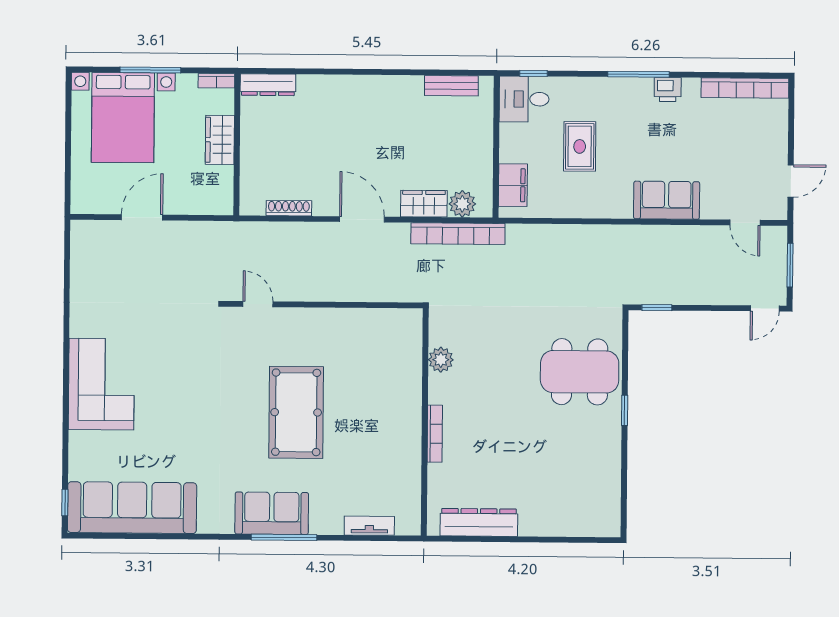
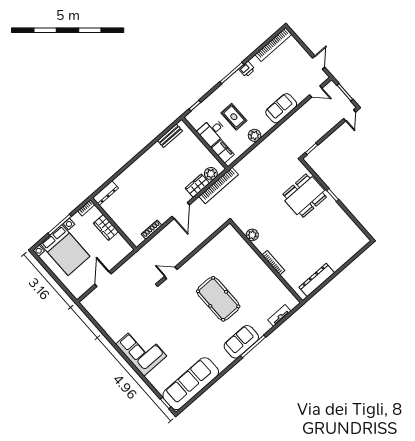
desk: (524, 99) -> (212, 132), moved
plant: (586, 205) -> (255, 135), added
door: (362, 219) -> (181, 211), swing flipped

